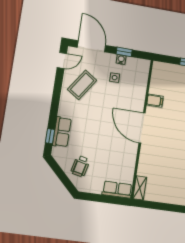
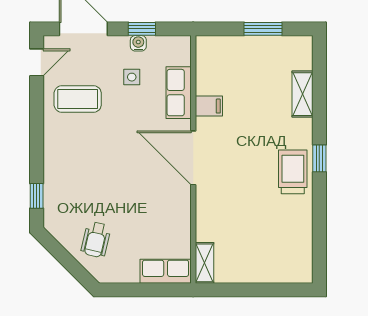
coffee table: (82, 85) -> (78, 99), turned 56
row of seats: (62, 132) -> (179, 93), moved, turned 180

